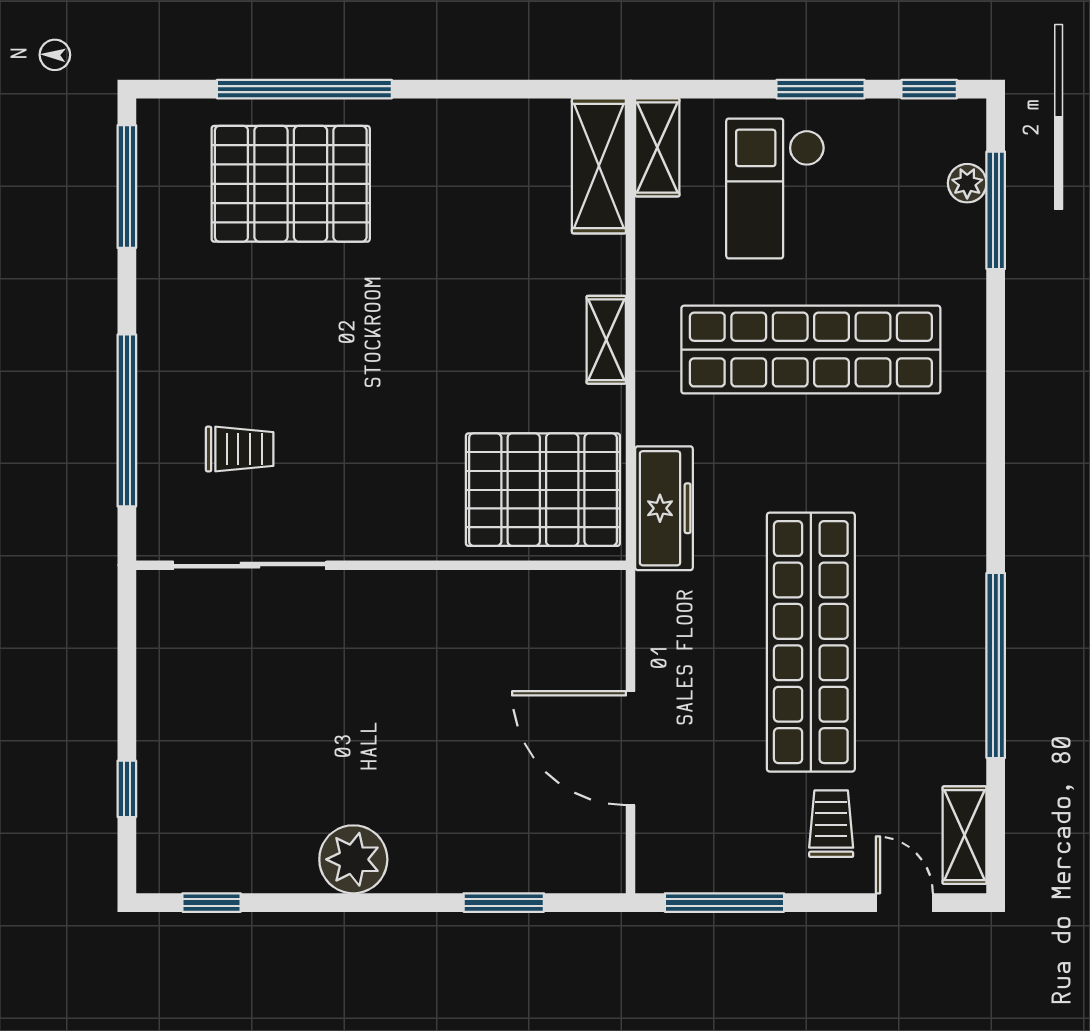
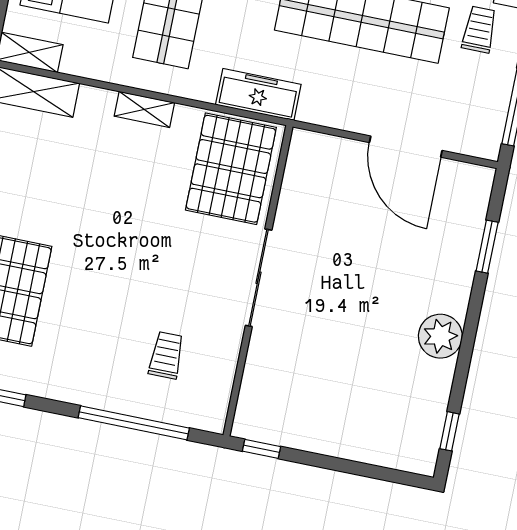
sliding door: (250, 565) -> (259, 278), moved
door: (631, 748) -> (406, 147), hinge flipped
window: (127, 789) -> (262, 449), moved
trolley: (831, 824) -> (479, 29), turned 90

